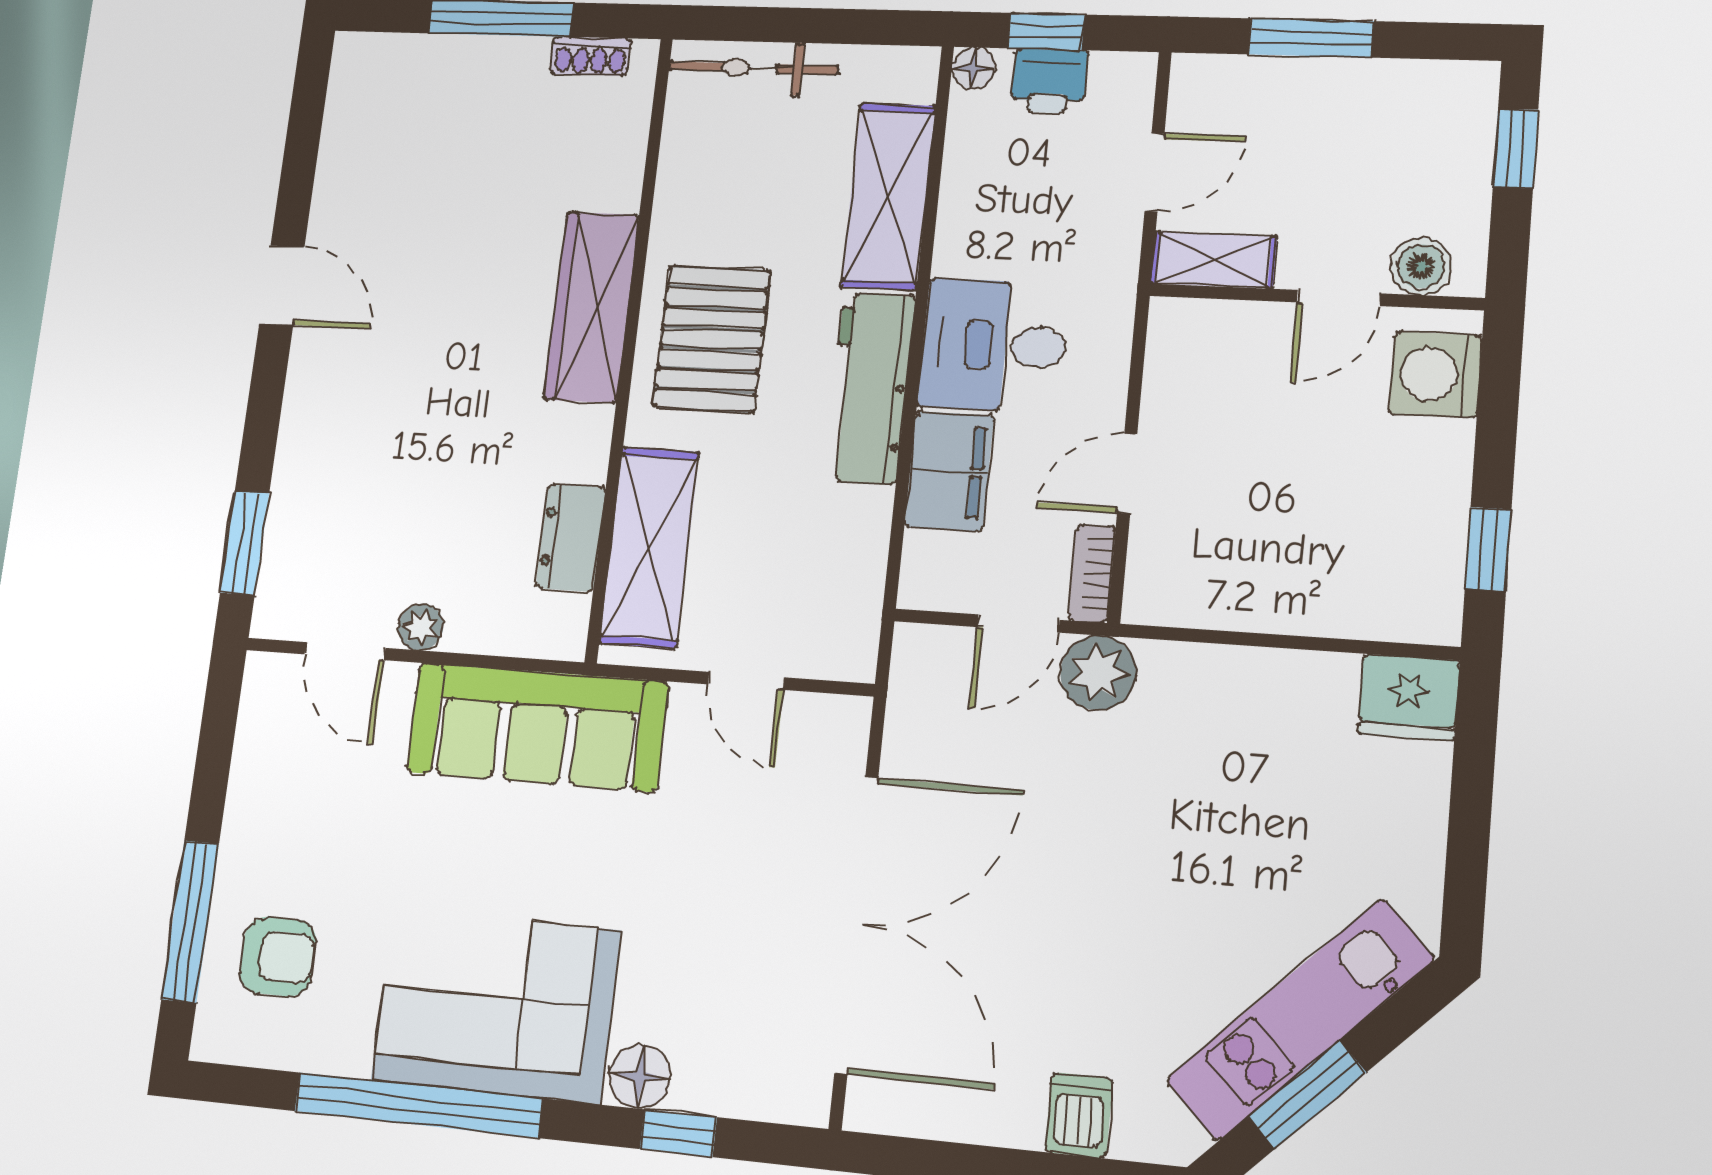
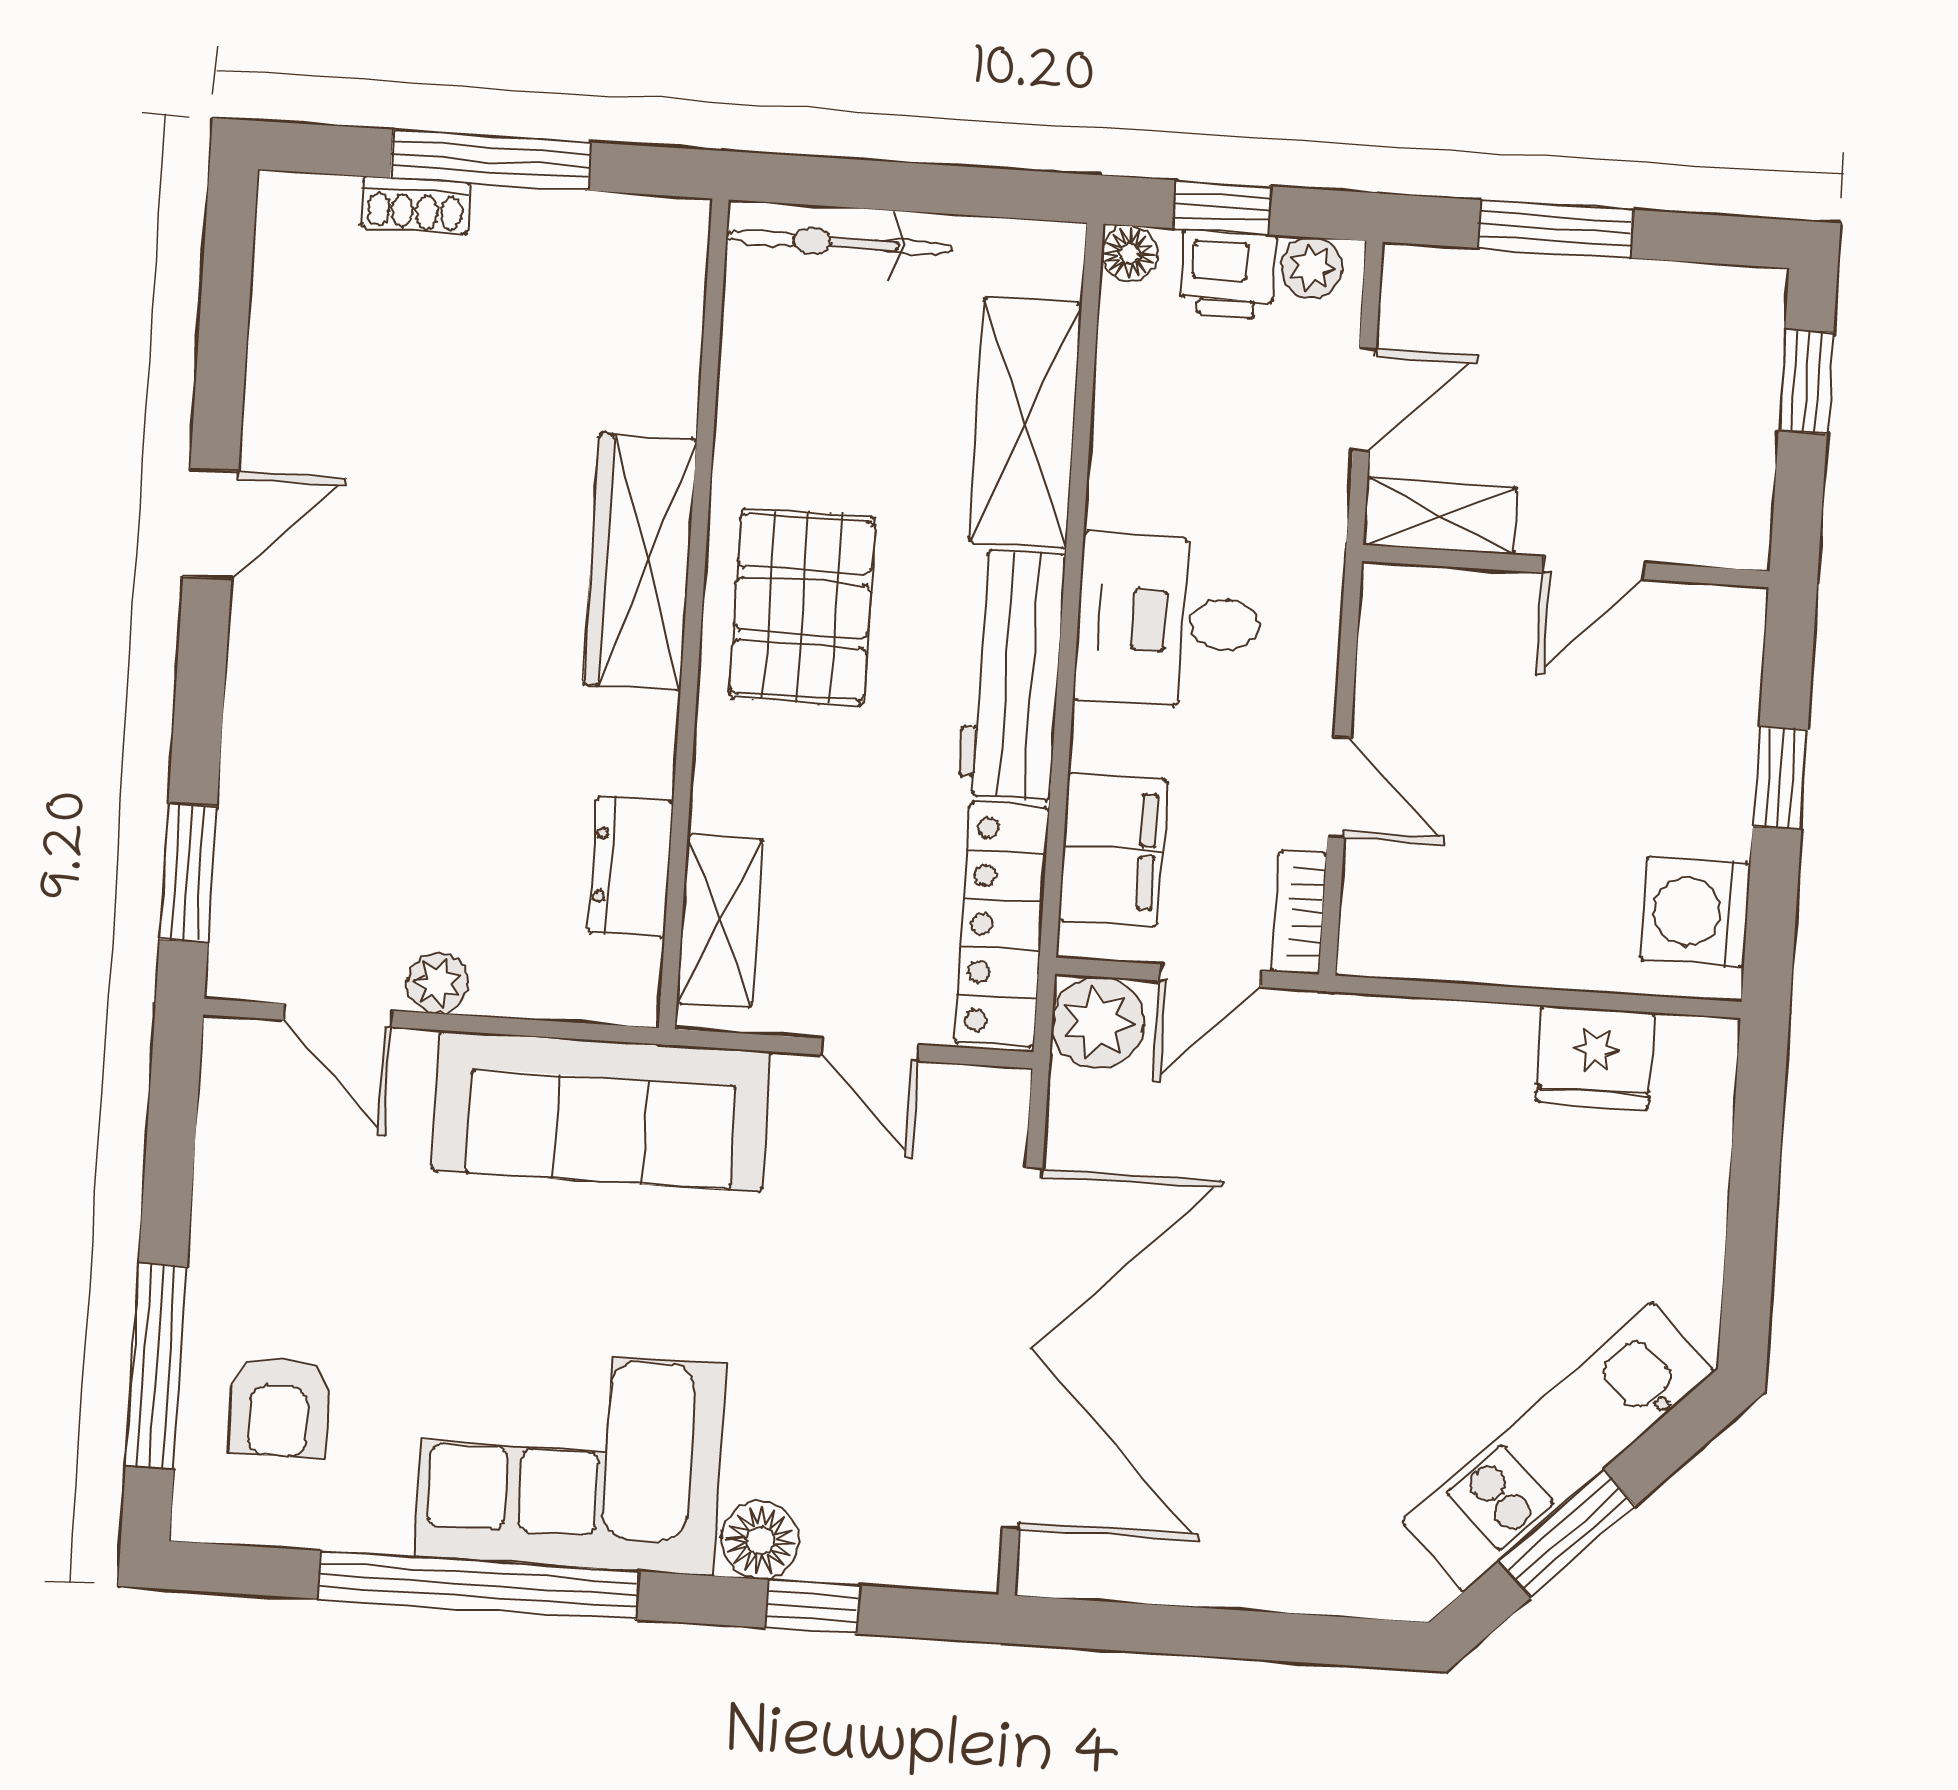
shoe rack: (590, 56) -> (415, 205), moved
plant: (1115, 74) -> (1312, 267), added
boiler: (1421, 266) -> (1693, 529), removed
door: (282, 285) -> (211, 524), hinge flipped
washing machine: (1436, 375) -> (1695, 912), moved
filing cabinet: (949, 471) -> (1113, 849), moved
door: (1127, 473) -> (1339, 787), swing flipped
shelving: (649, 547) -> (720, 921), width x0.67, depth x0.75
window: (1488, 549) -> (1780, 778), moved
locker: (854, 583) -> (1002, 925), added
plant: (1098, 673) -> (1098, 1023), moved
fridge: (1409, 697) -> (1595, 1057), moved
armchair: (278, 956) -> (279, 1407), turned 90
dishwasher: (1079, 1115) -> (1301, 1567), removed

